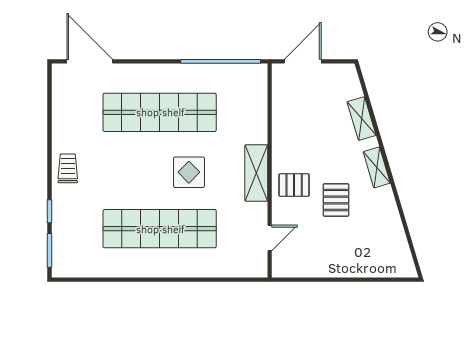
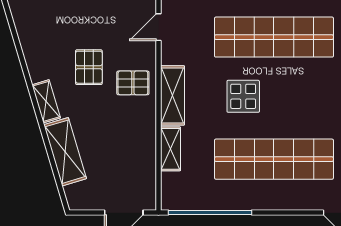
shelving: (362, 119) -> (65, 152), width x1.50, depth x1.33
shelving: (258, 122) -> (170, 149), added

